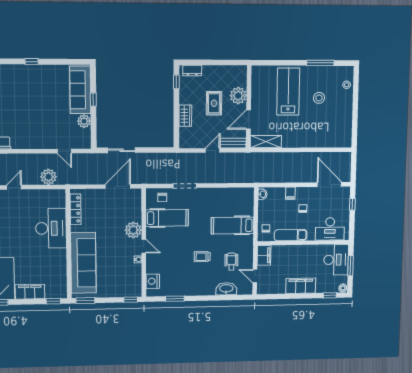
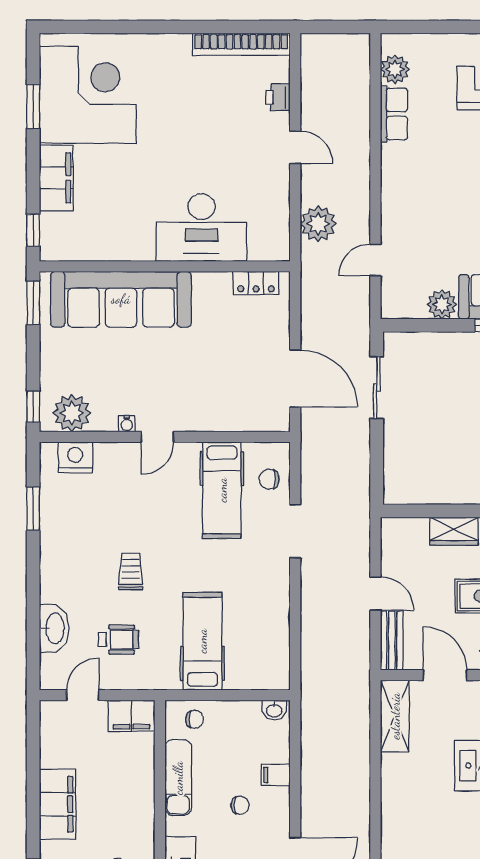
locker: (76, 209) -> (256, 283), width x0.66
plant: (133, 230) -> (72, 413), moved

